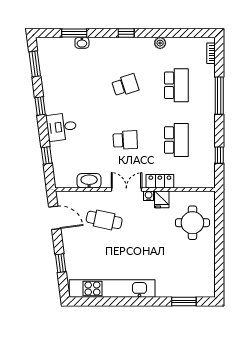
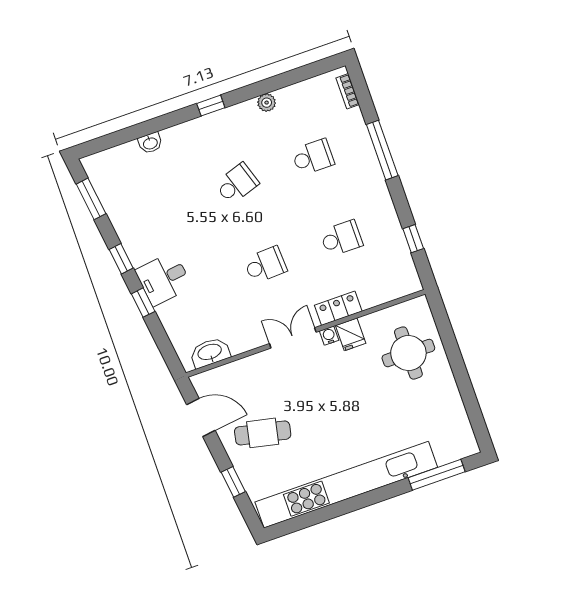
window: (74, 33) -> (134, 132), removed
school desk: (176, 85) -> (313, 157), width x0.54
school desk: (176, 140) -> (341, 238), width x0.54
window: (47, 155) -> (143, 303), moved
washbasin: (89, 181) -> (210, 353), moved
cafe table: (104, 220) -> (263, 433), moved
kitchen unit: (112, 288) -> (346, 485), width x1.36
window: (184, 301) -> (437, 475), width x1.44

